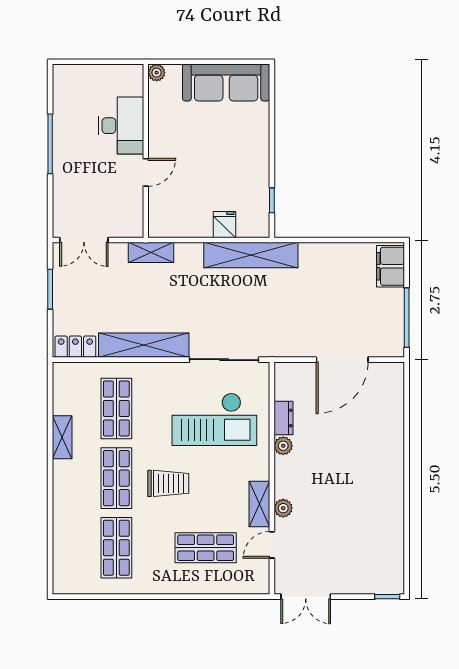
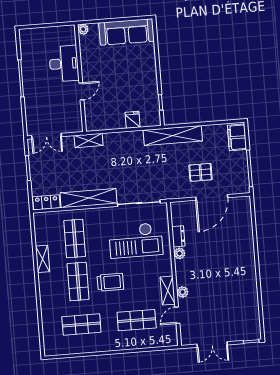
shelving: (251, 255) -> (173, 135), moved
pallet: (327, 318) -> (201, 172), added
shop shelf: (116, 548) -> (81, 324), turned 90
double door: (306, 597) -> (212, 345), moved

